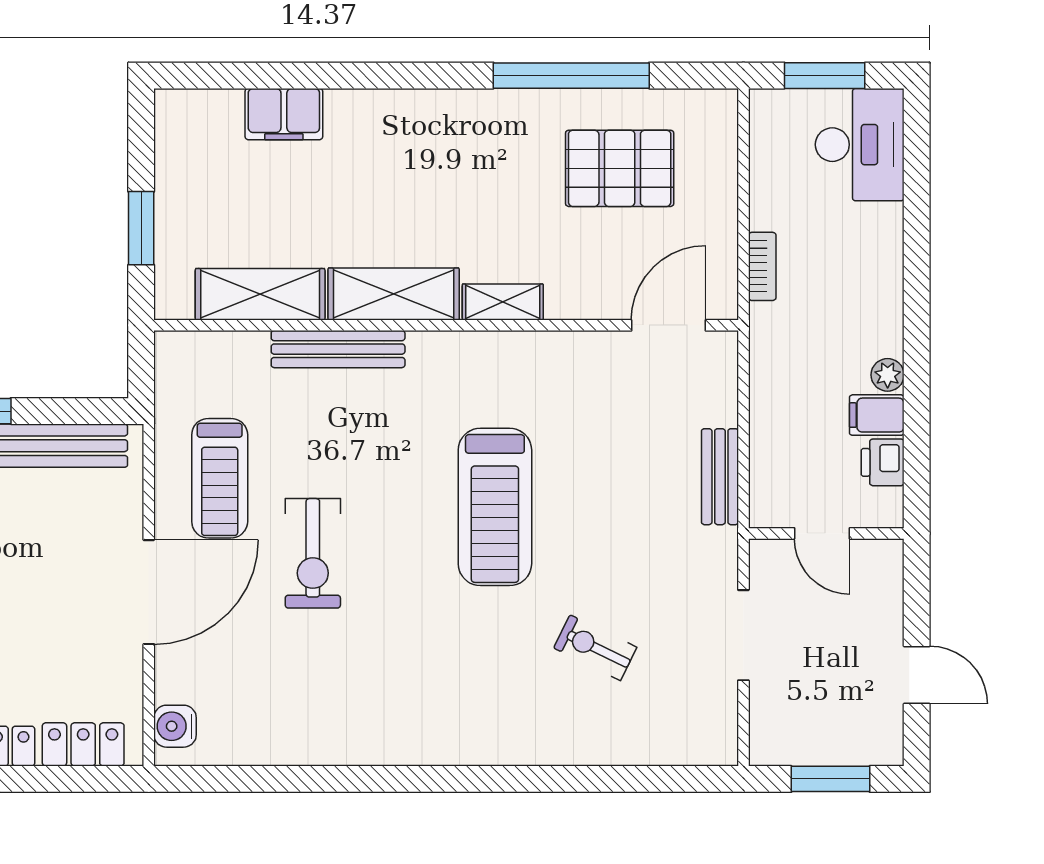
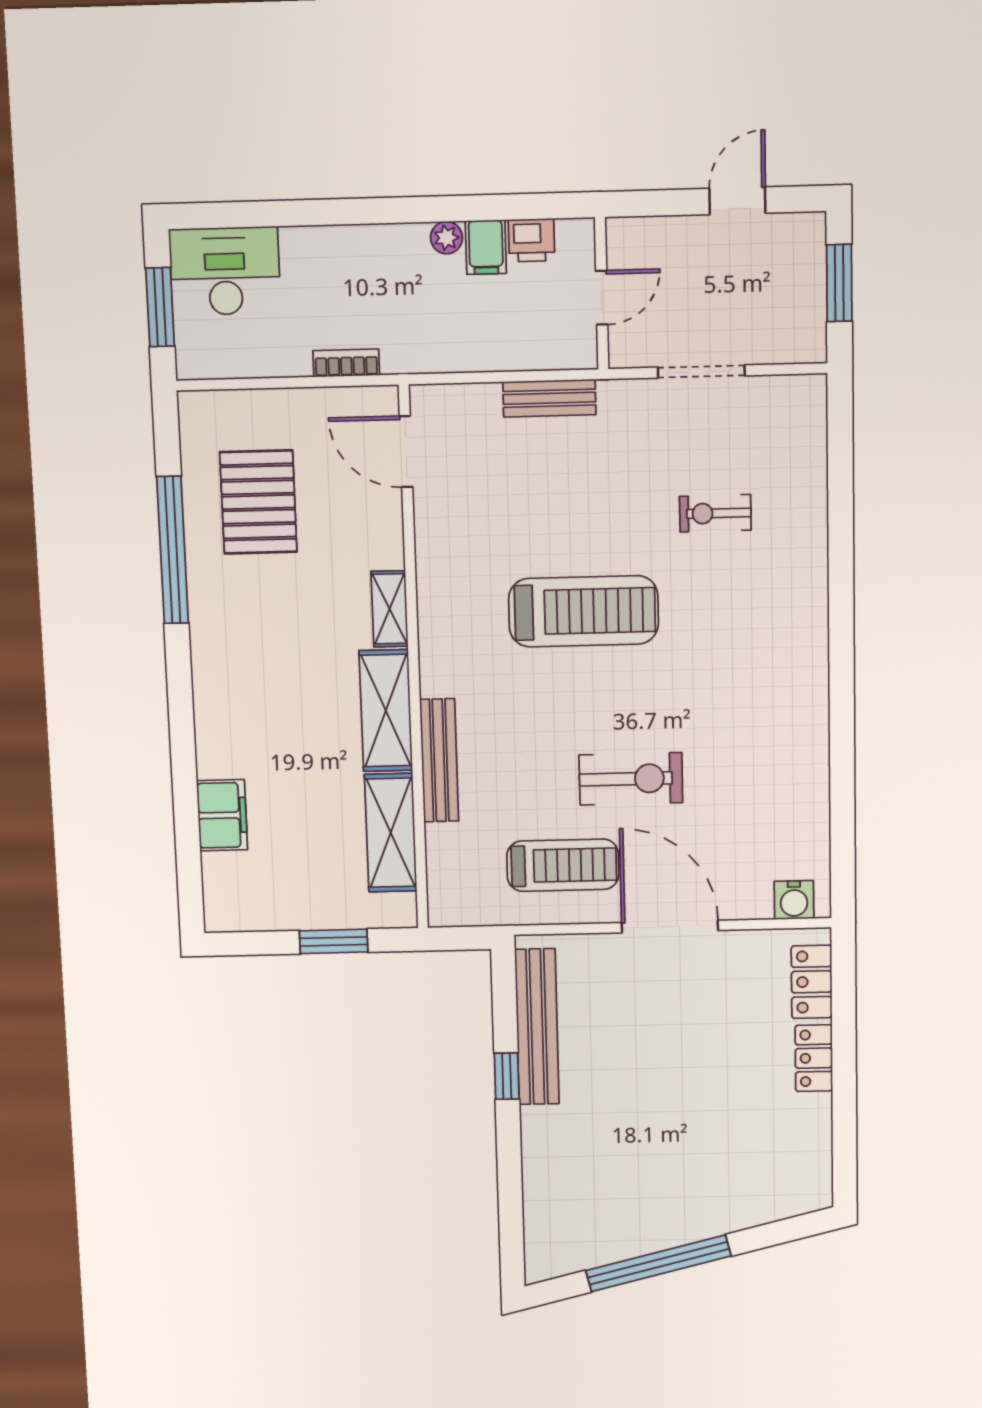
exercise bike: (595, 648) -> (715, 513), turned 64

